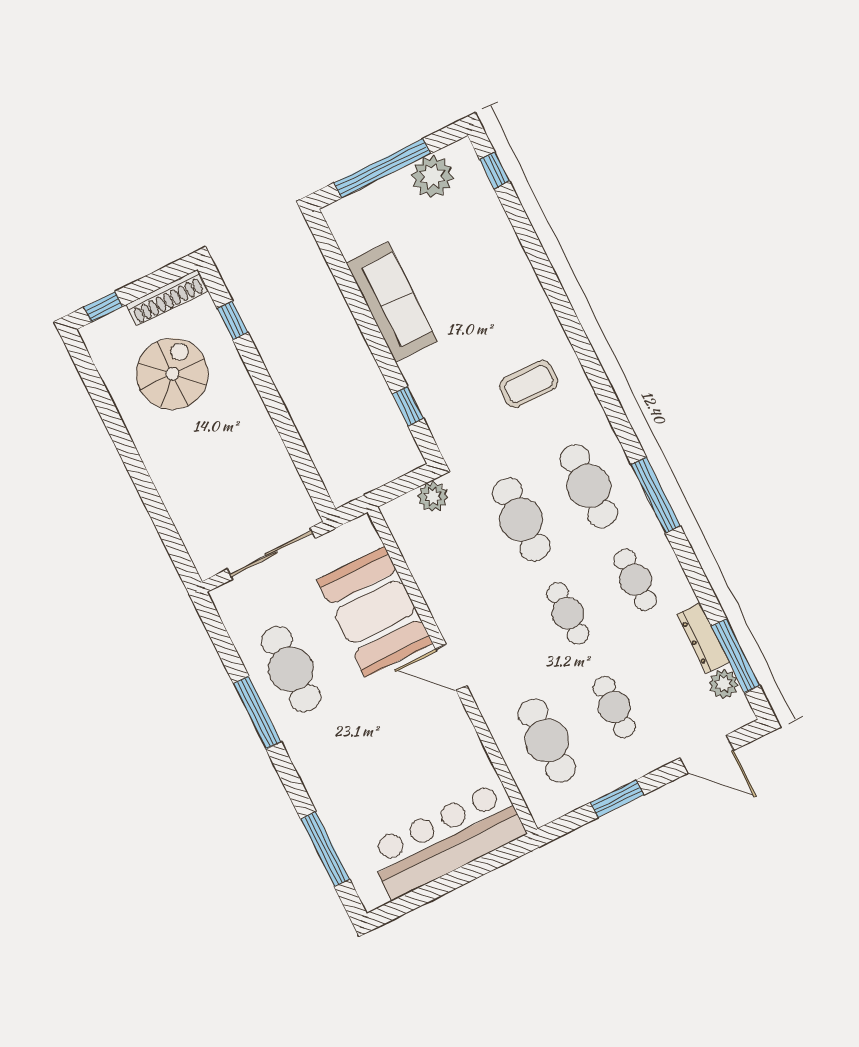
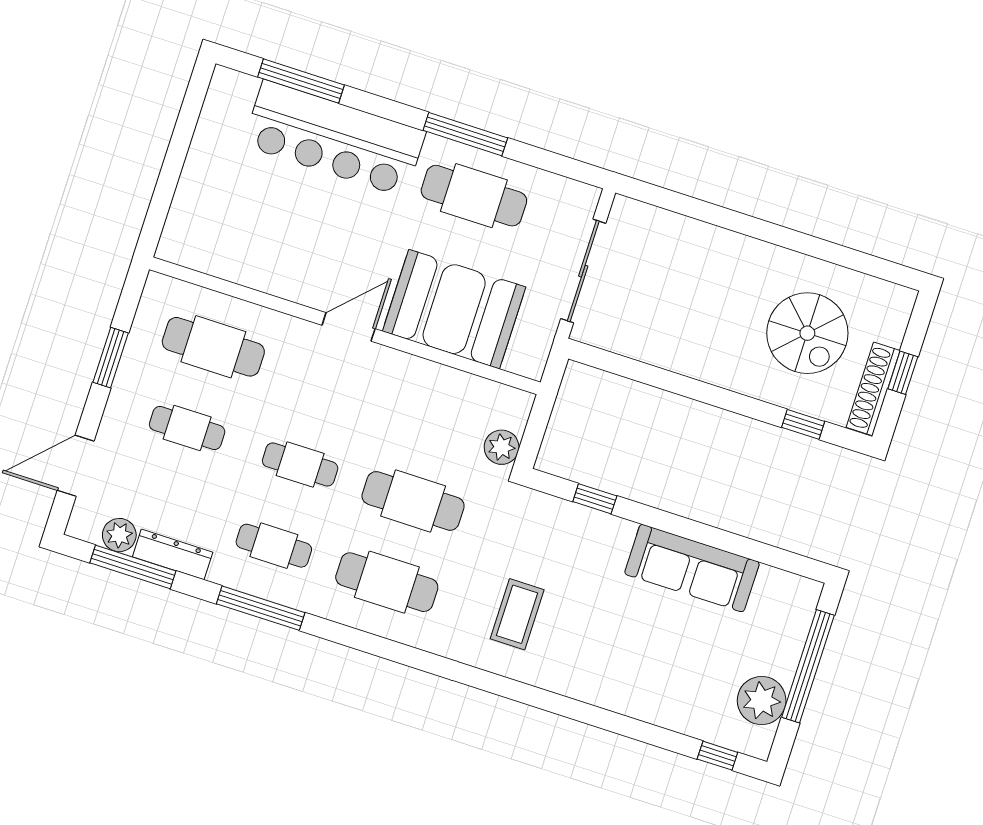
window: (103, 307) -> (903, 373), moved
window: (656, 495) -> (261, 608), moved
bar counter: (446, 840) -> (334, 138), moved, turned 90

